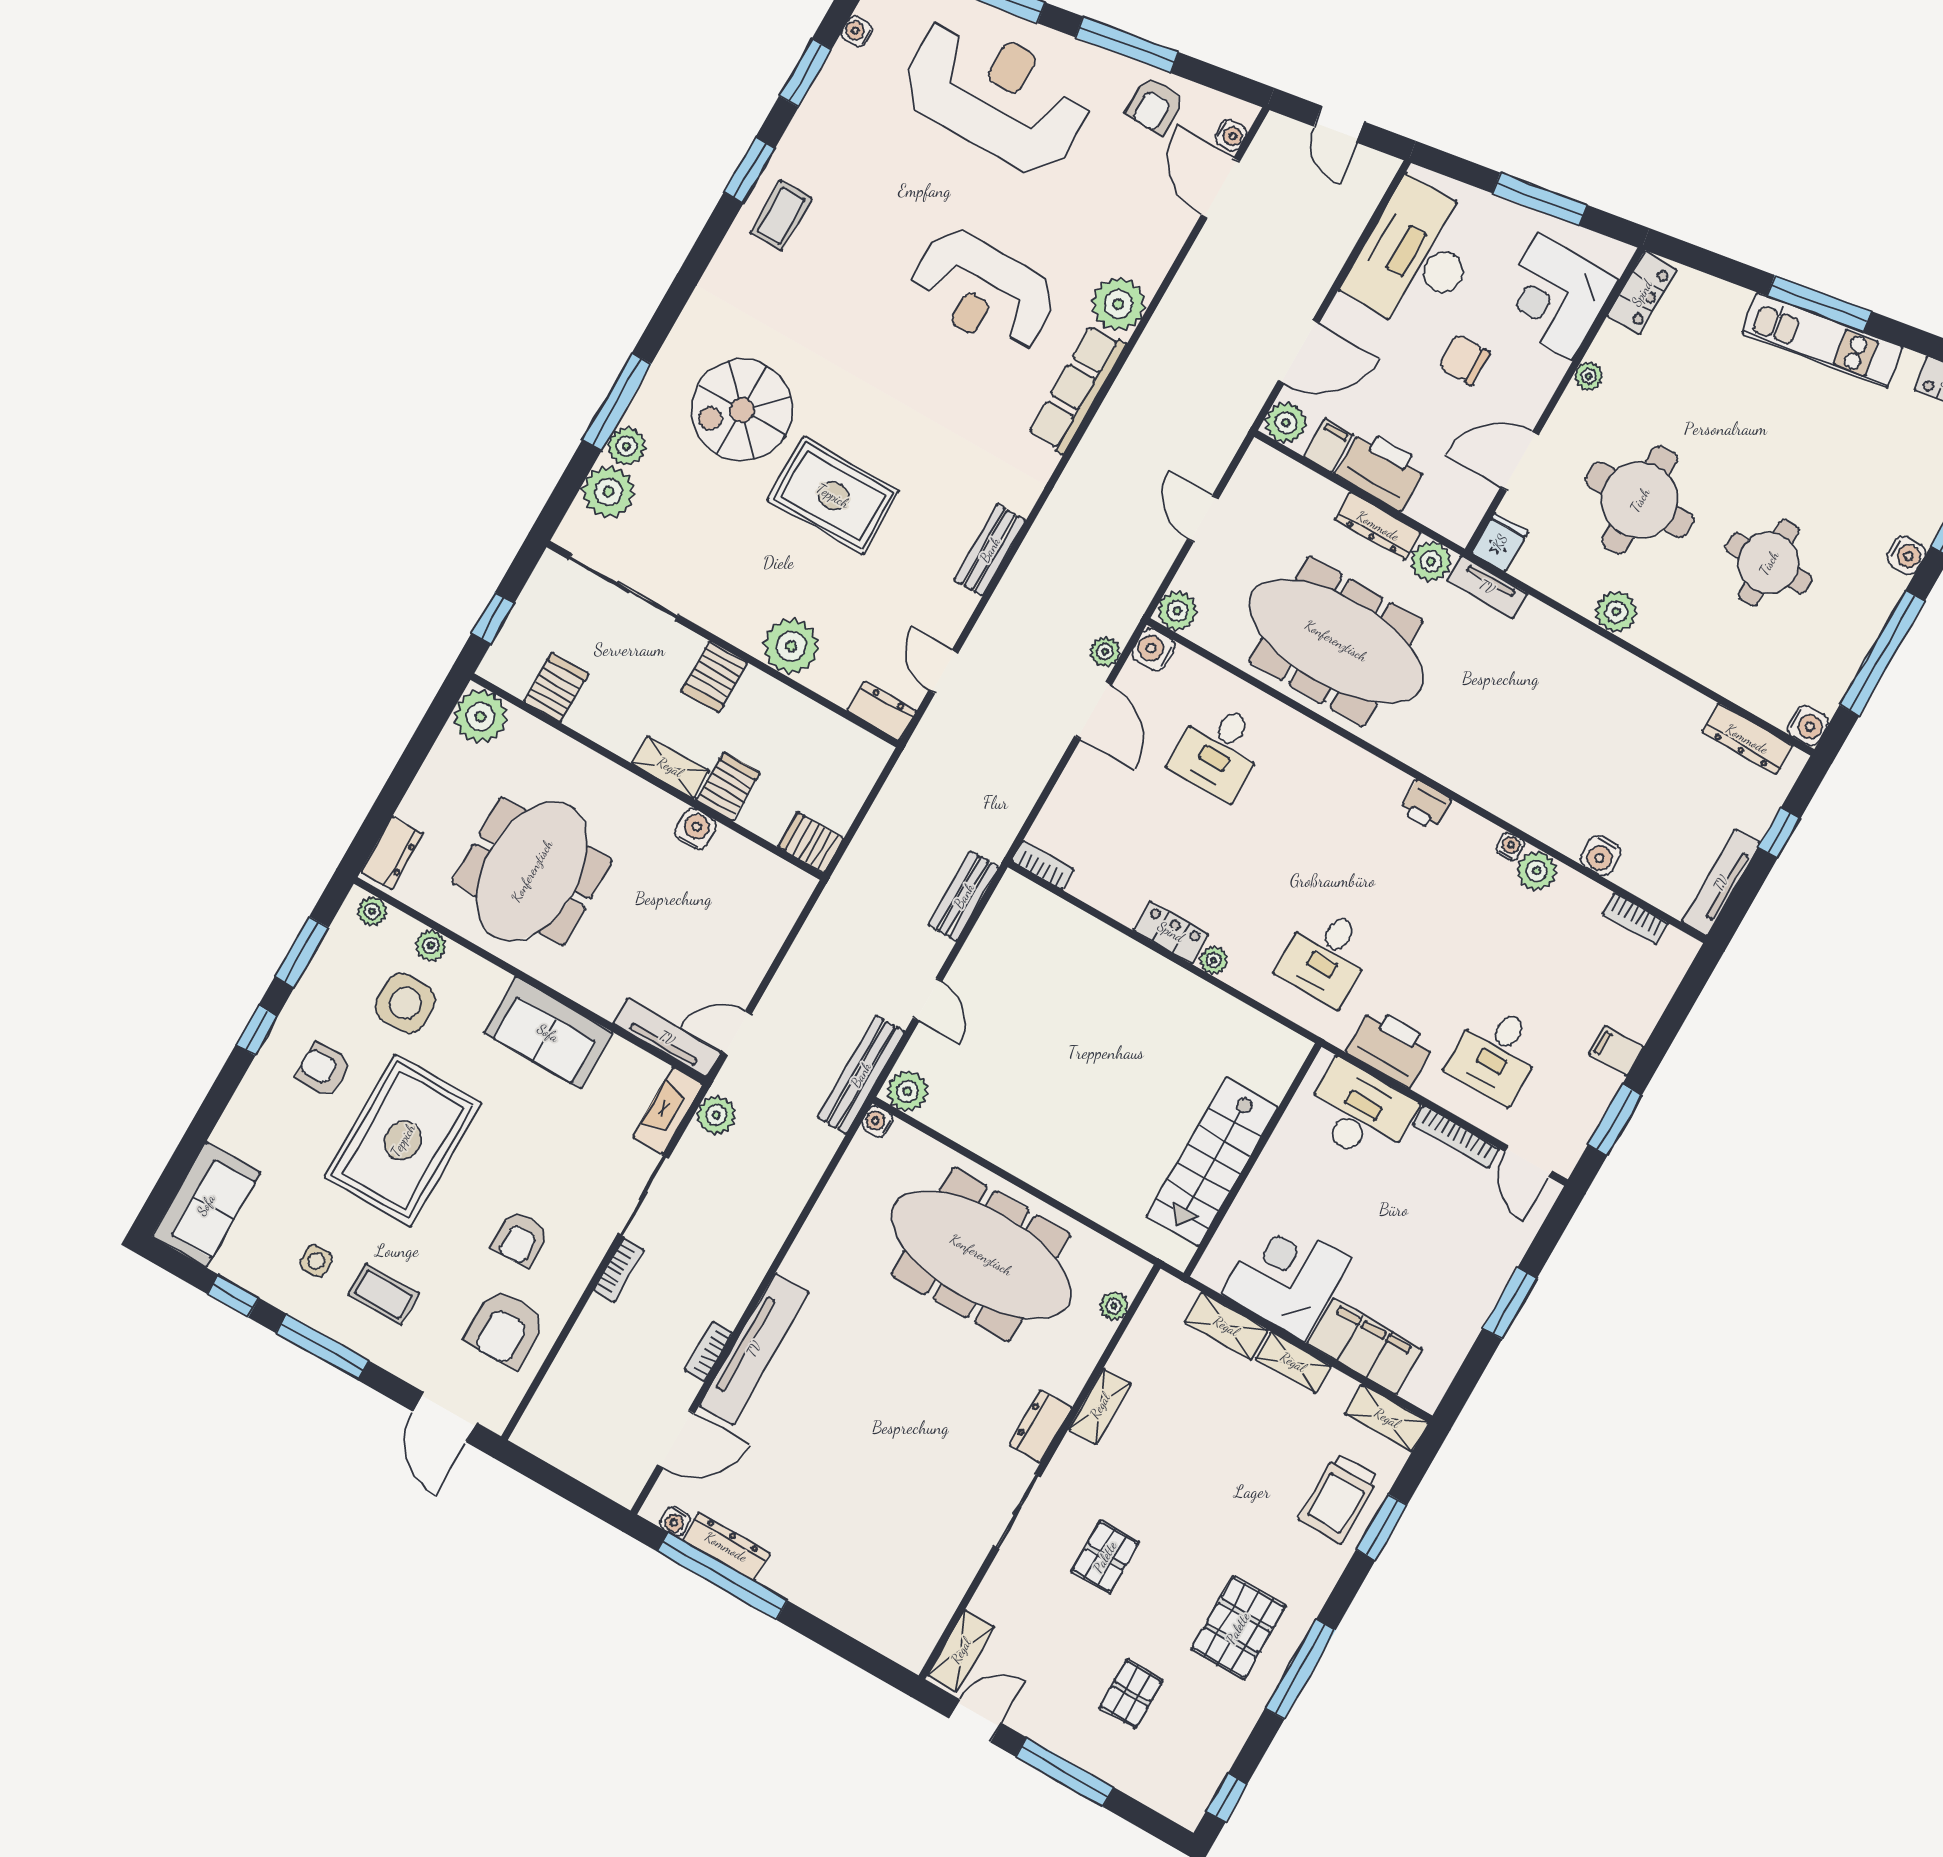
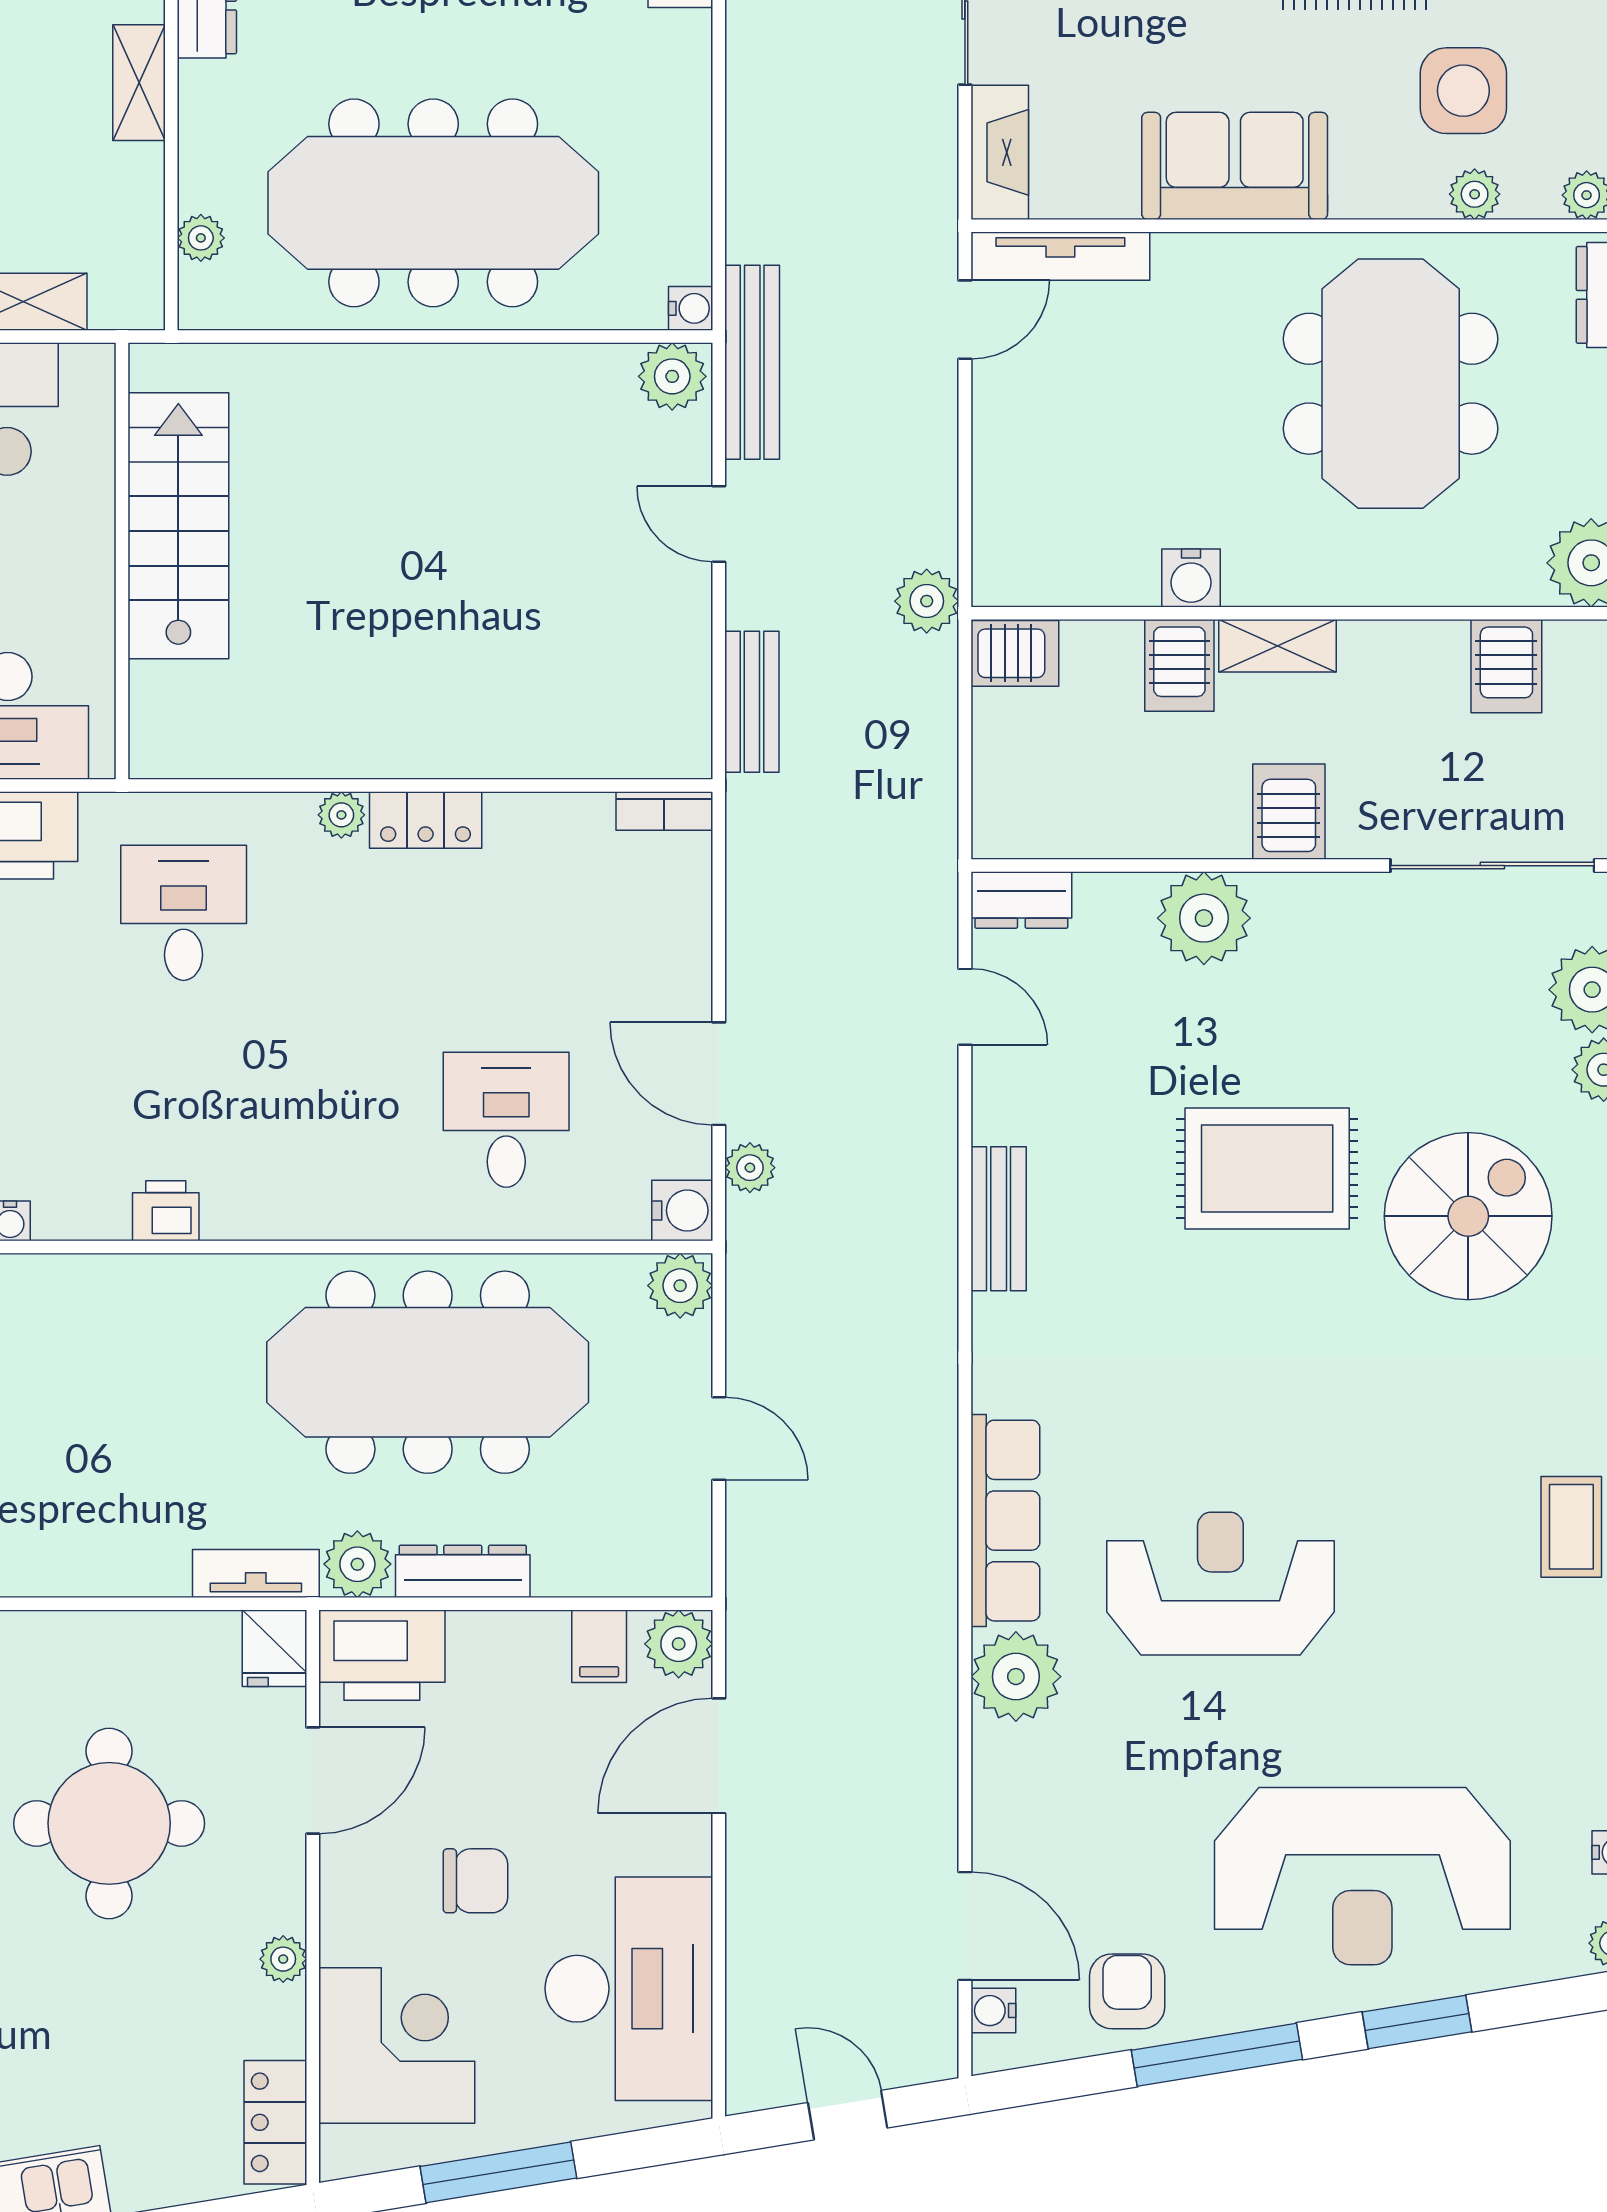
printer: (1381, 469) -> (382, 1655), moved
plant: (1616, 612) -> (51, 1644), removed
plant: (716, 1115) -> (927, 601), moved

